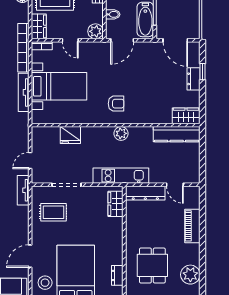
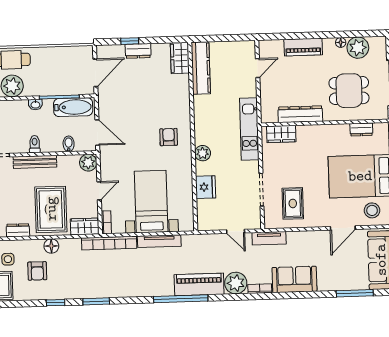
plant: (121, 133) -> (203, 153), moved
dresser: (145, 193) -> (300, 114), moved, turned -90
door: (30, 256) -> (343, 228), hinge flipped
floor lamp: (195, 259) -> (341, 42), added

